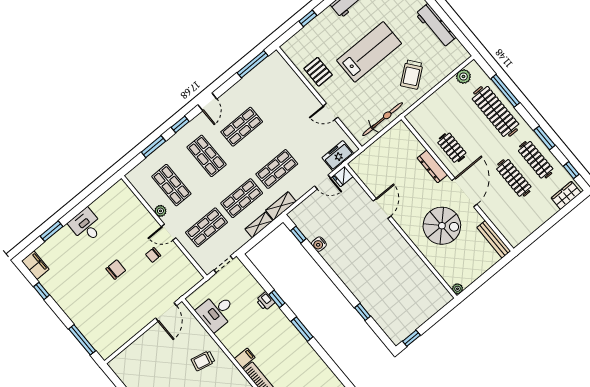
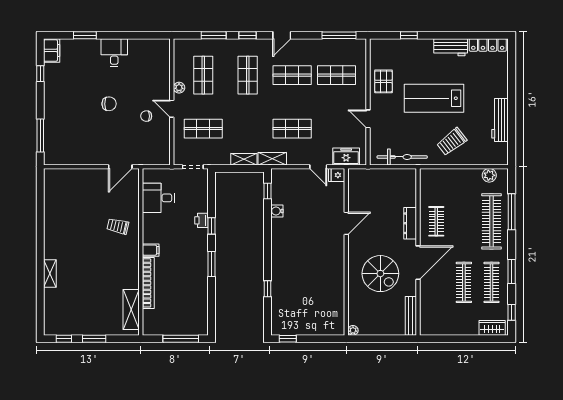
lab bench: (369, 52) -> (434, 98), turned 180
shop shelf: (242, 198) -> (336, 75), moved

